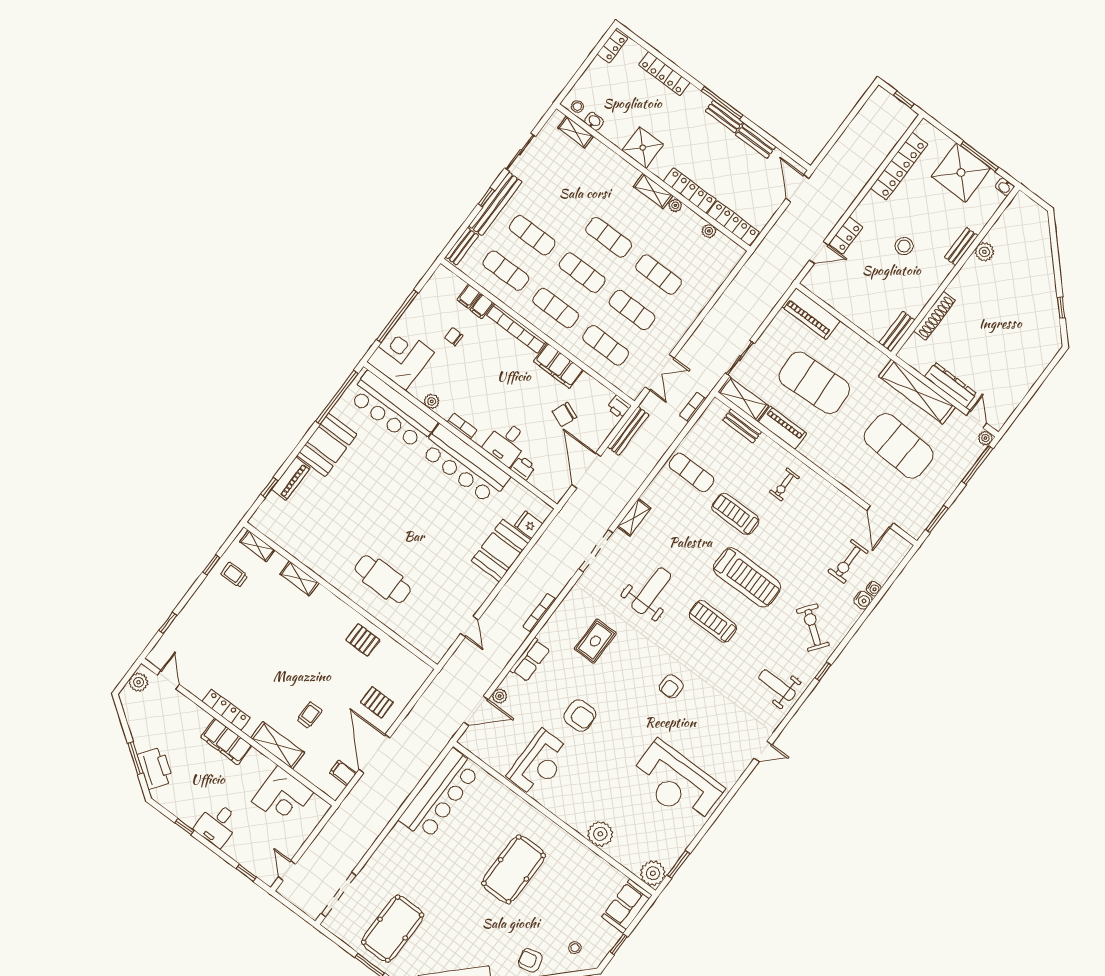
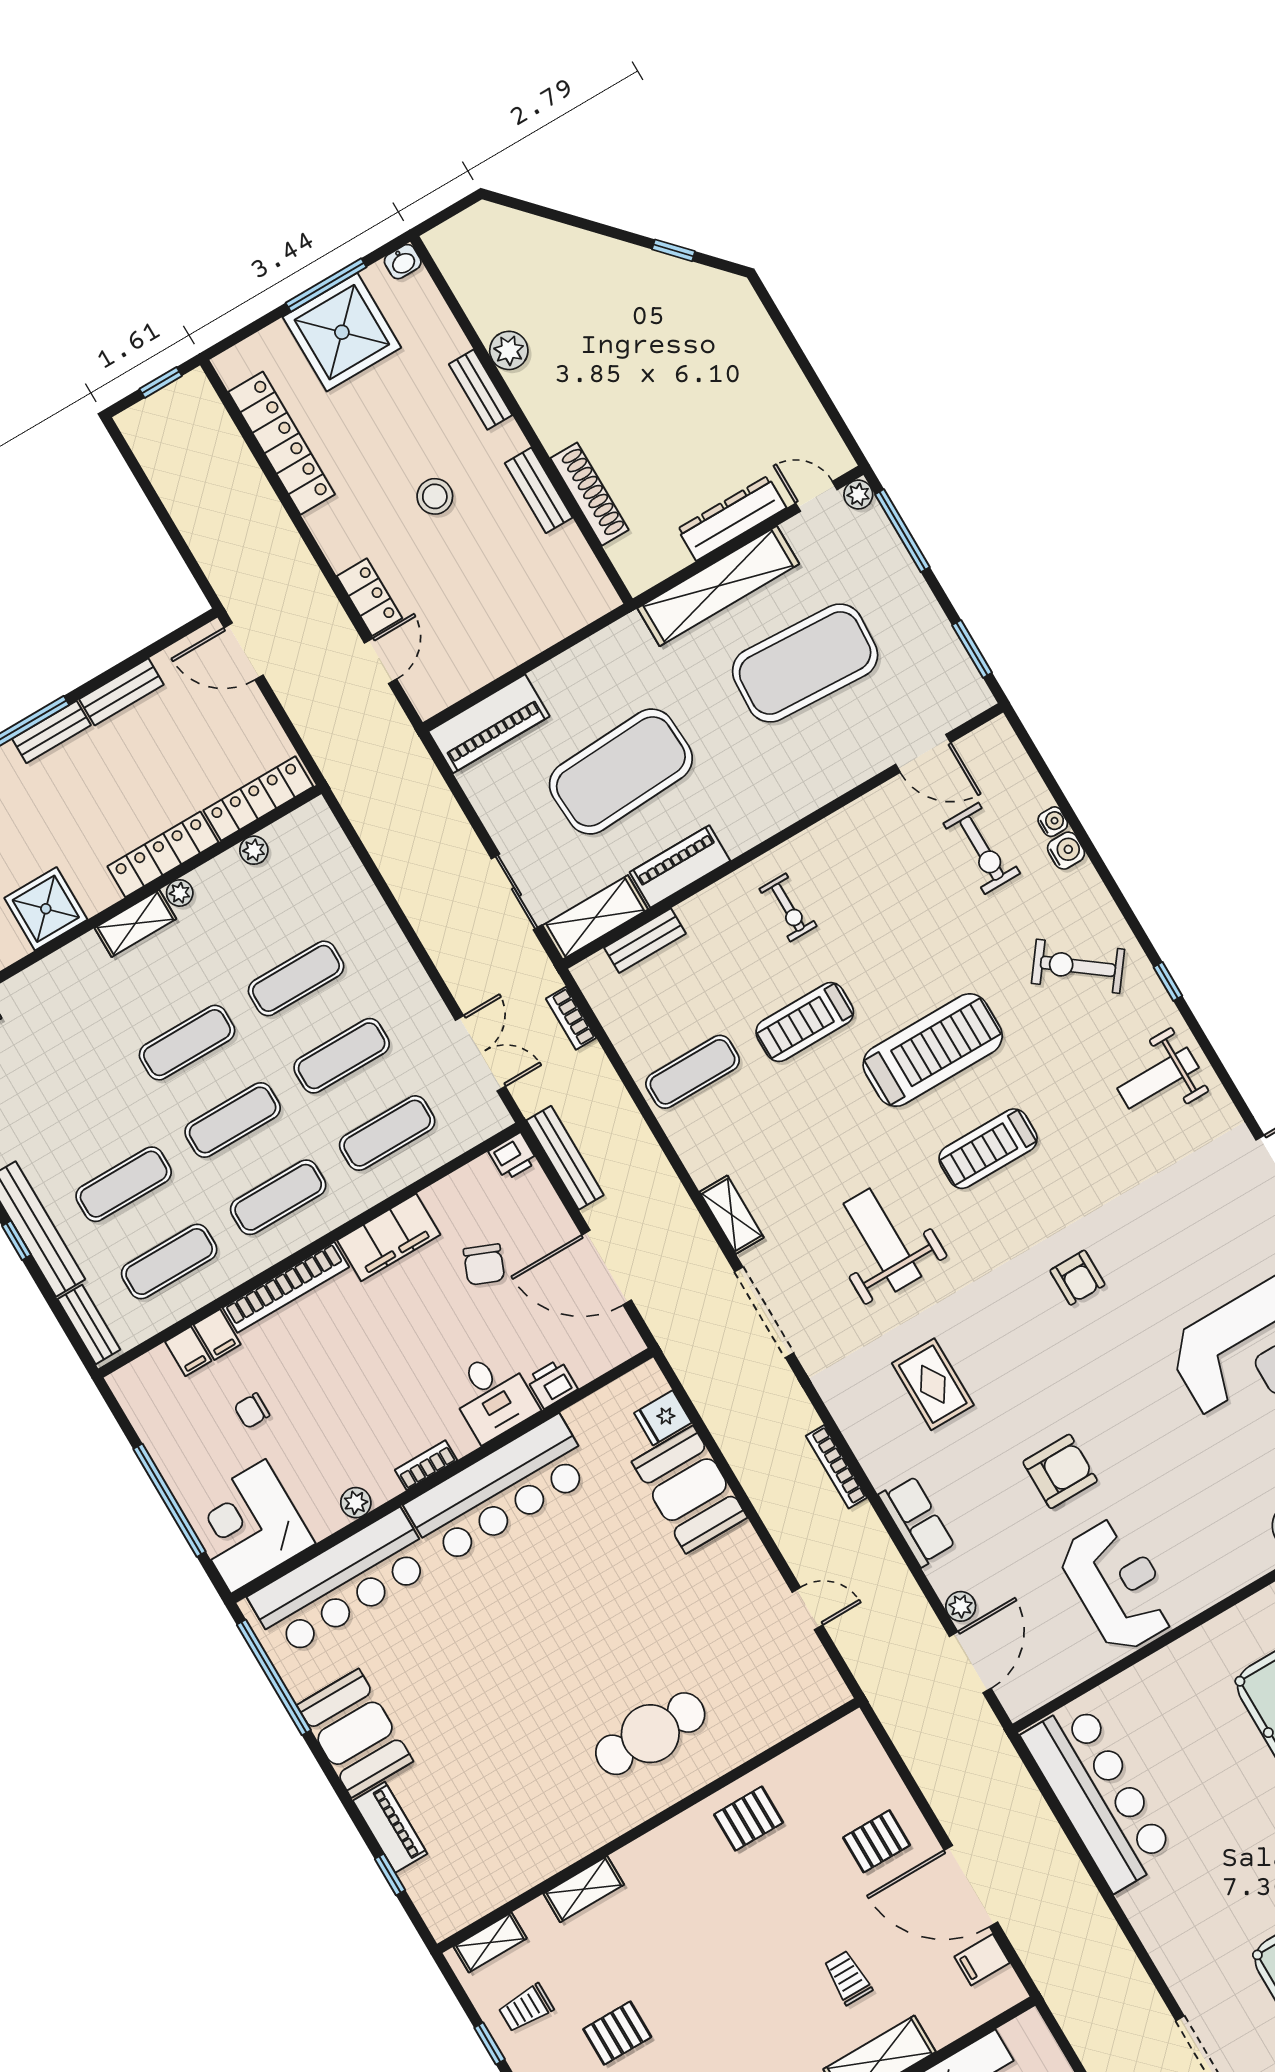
bench: (897, 332) -> (539, 490), moved
pallet: (240, 621) -> (617, 2033), added

